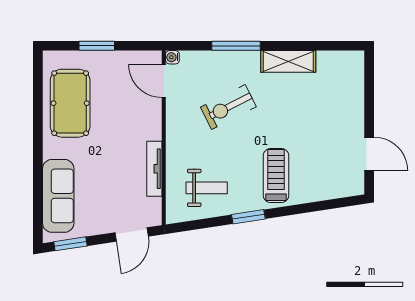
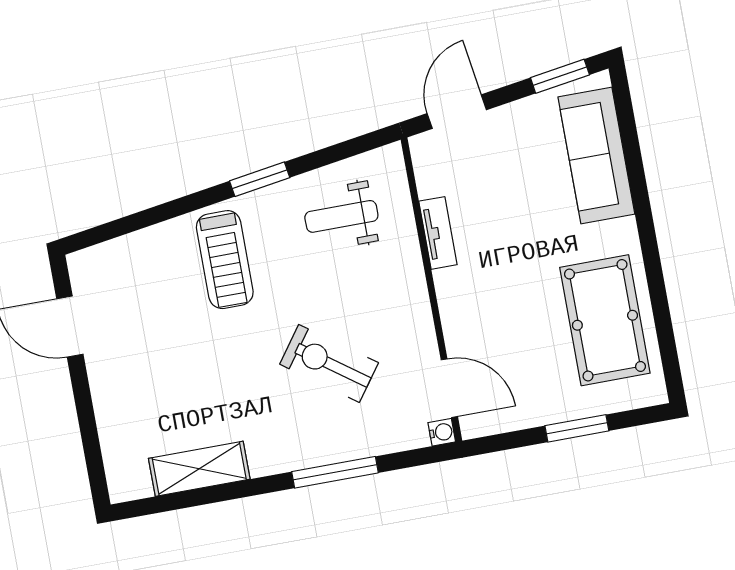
shelving: (288, 61) -> (199, 469), moved
exercise bike: (228, 107) -> (329, 363), turned -117
tv unit: (154, 169) -> (438, 233), width x0.71

